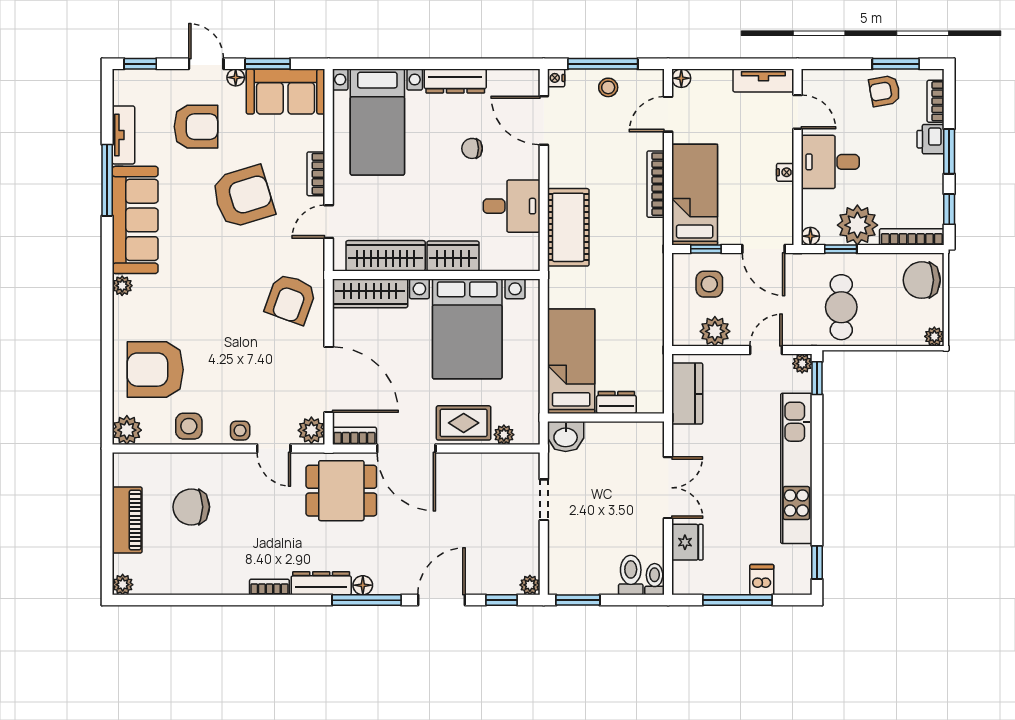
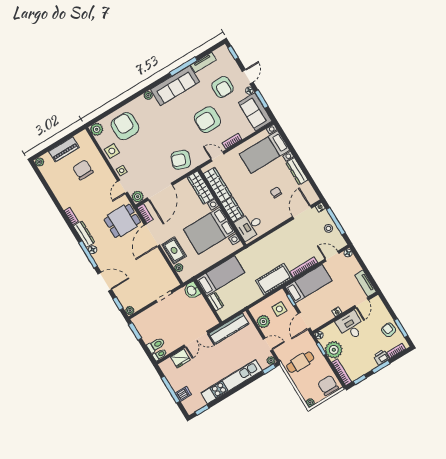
armchair: (243, 197) -> (207, 120), turned 107
desk: (512, 206) -> (249, 226), moved, turned 90
cot: (568, 227) -> (274, 279), moved
kitchen counter: (687, 394) -> (229, 329), width x1.50
dining table: (341, 491) -> (122, 221), turned 90

